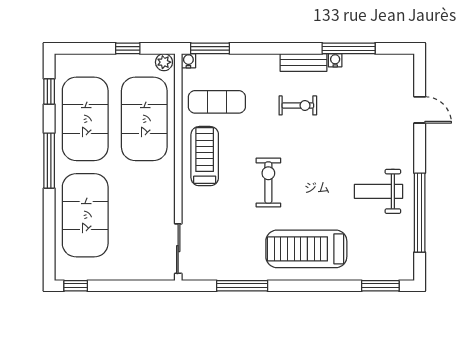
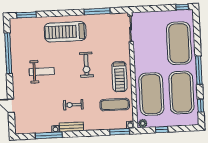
weight bench: (378, 191) -> (42, 71), moved
treadmill: (306, 249) -> (65, 32), turned 180

